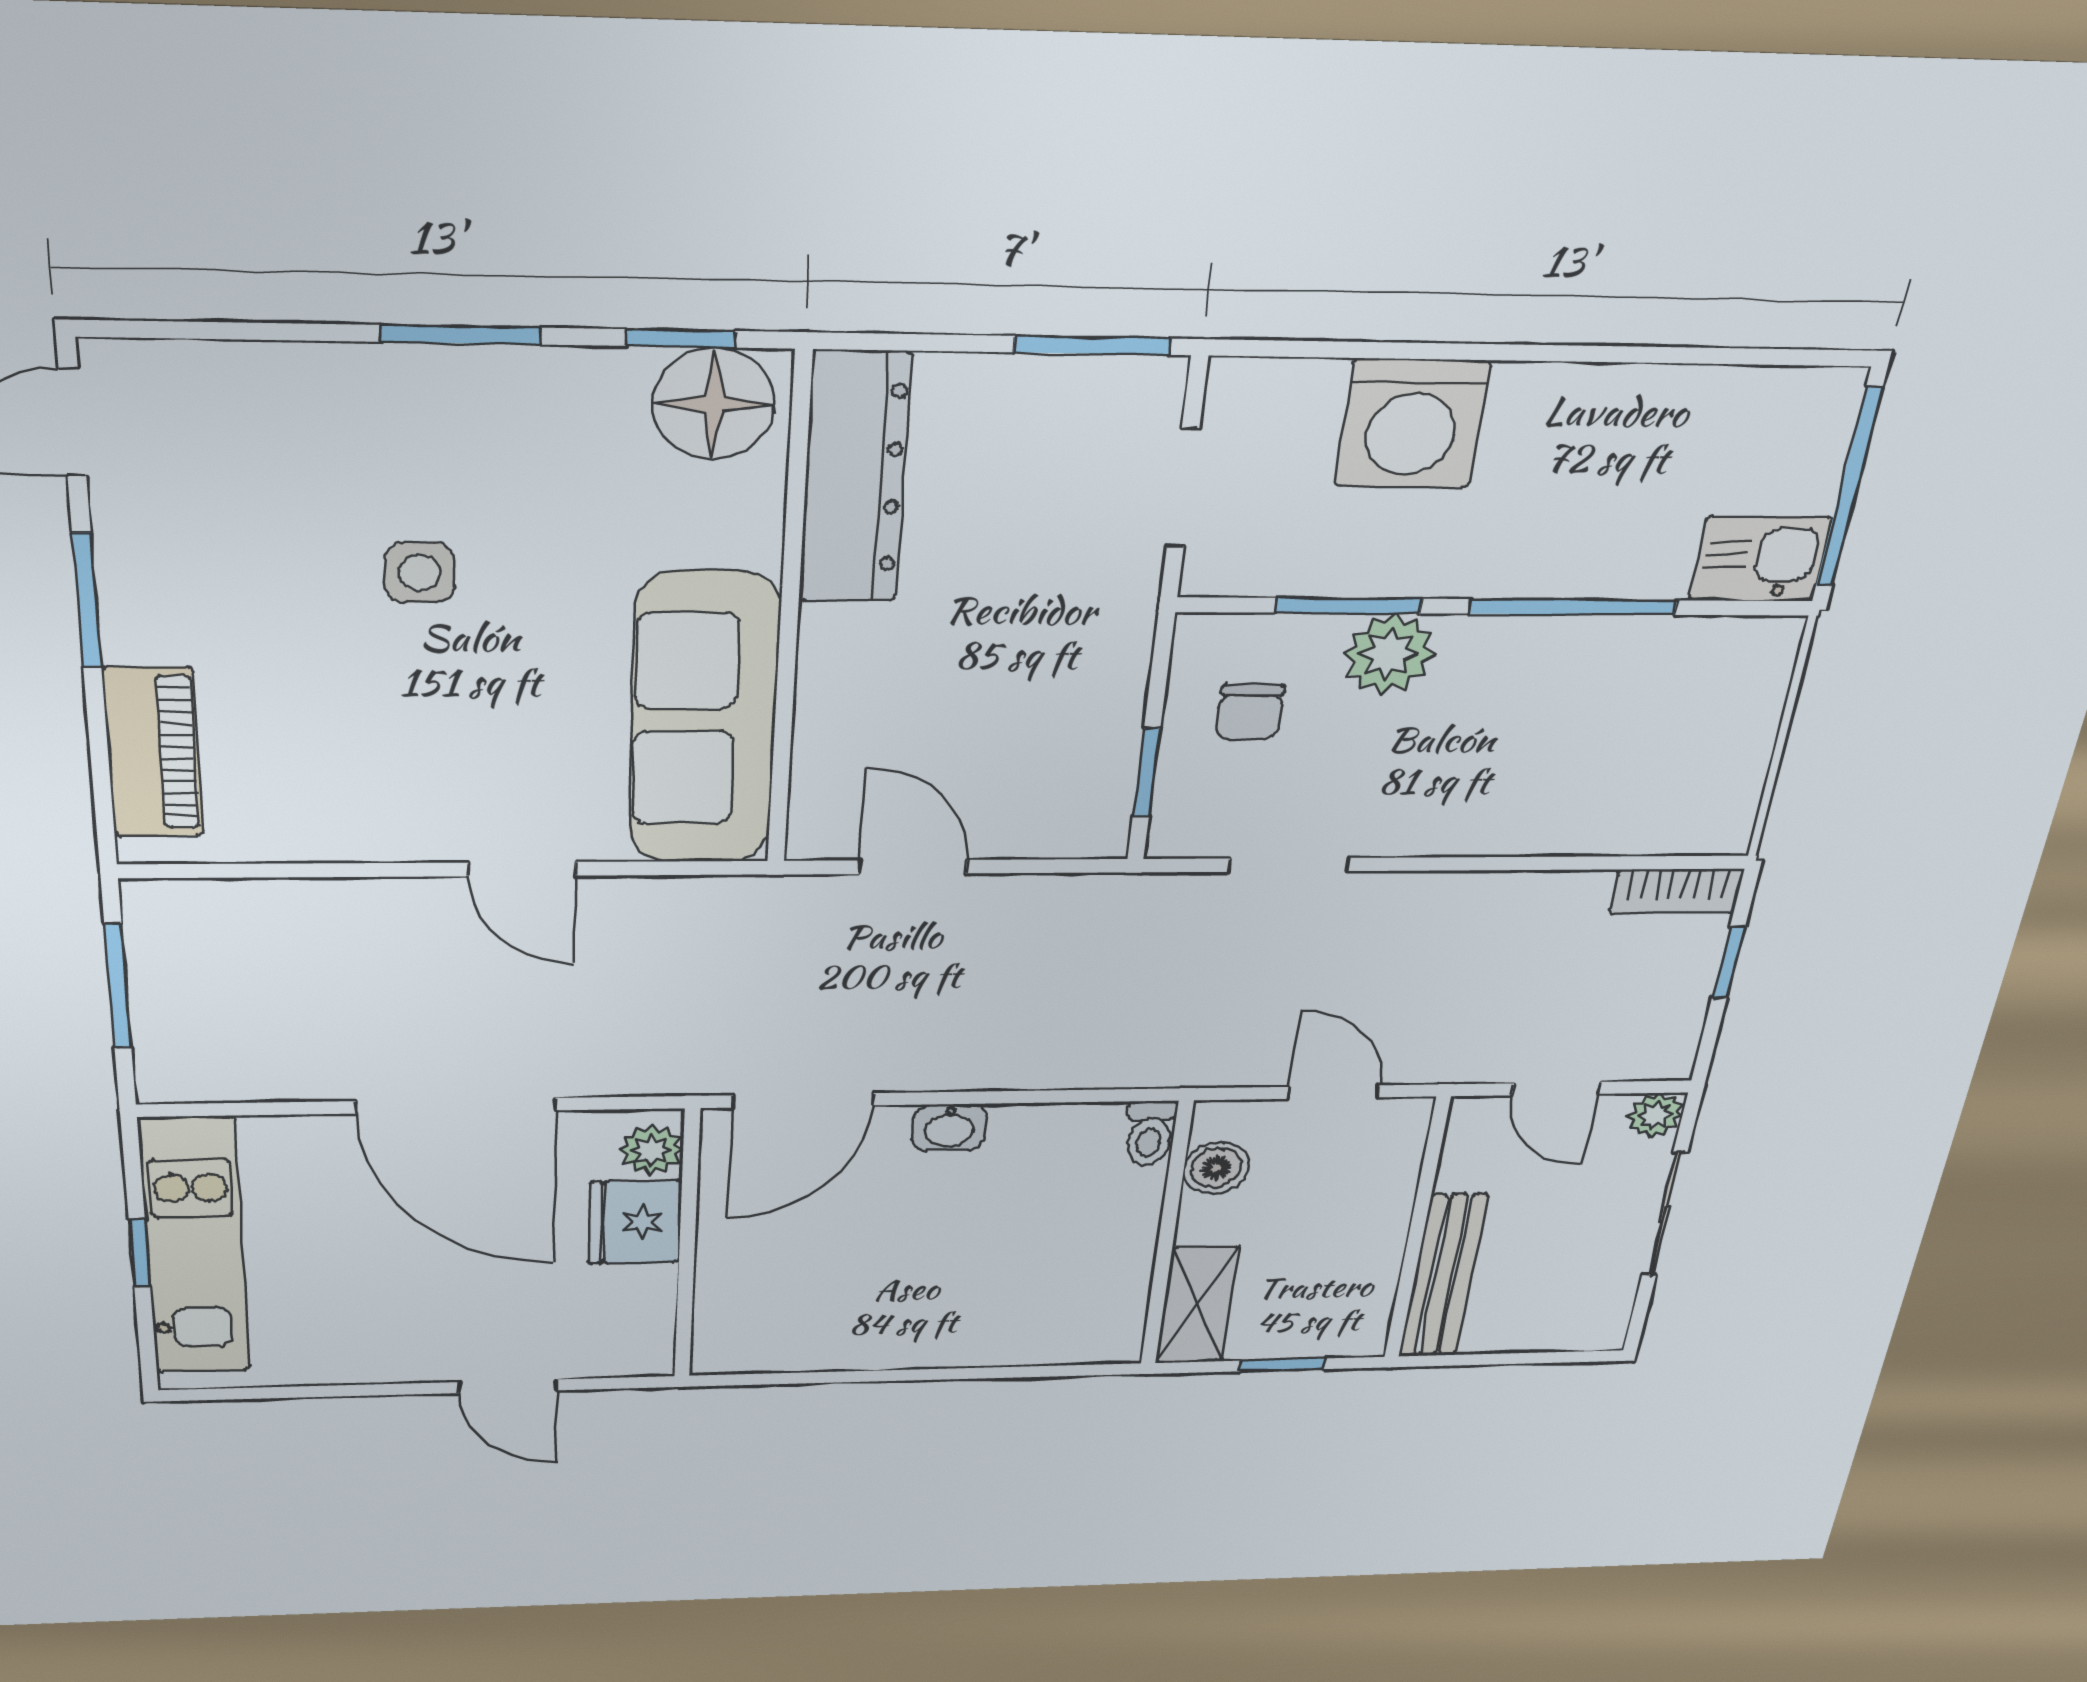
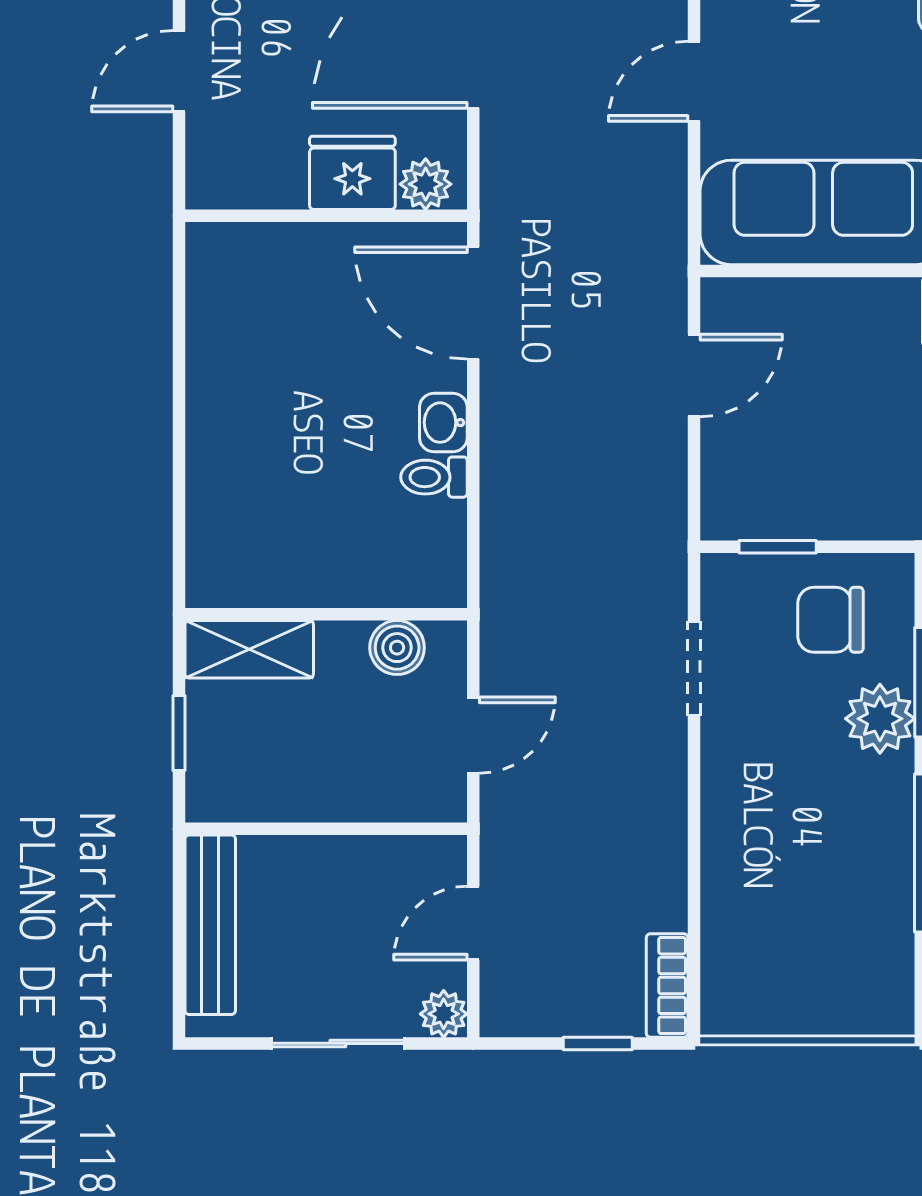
chair: (1250, 712) -> (831, 620), width x1.37, depth x1.37
toilet: (1150, 1133) -> (434, 477), moved
bench: (1443, 1276) -> (210, 925), moved, turned 90

